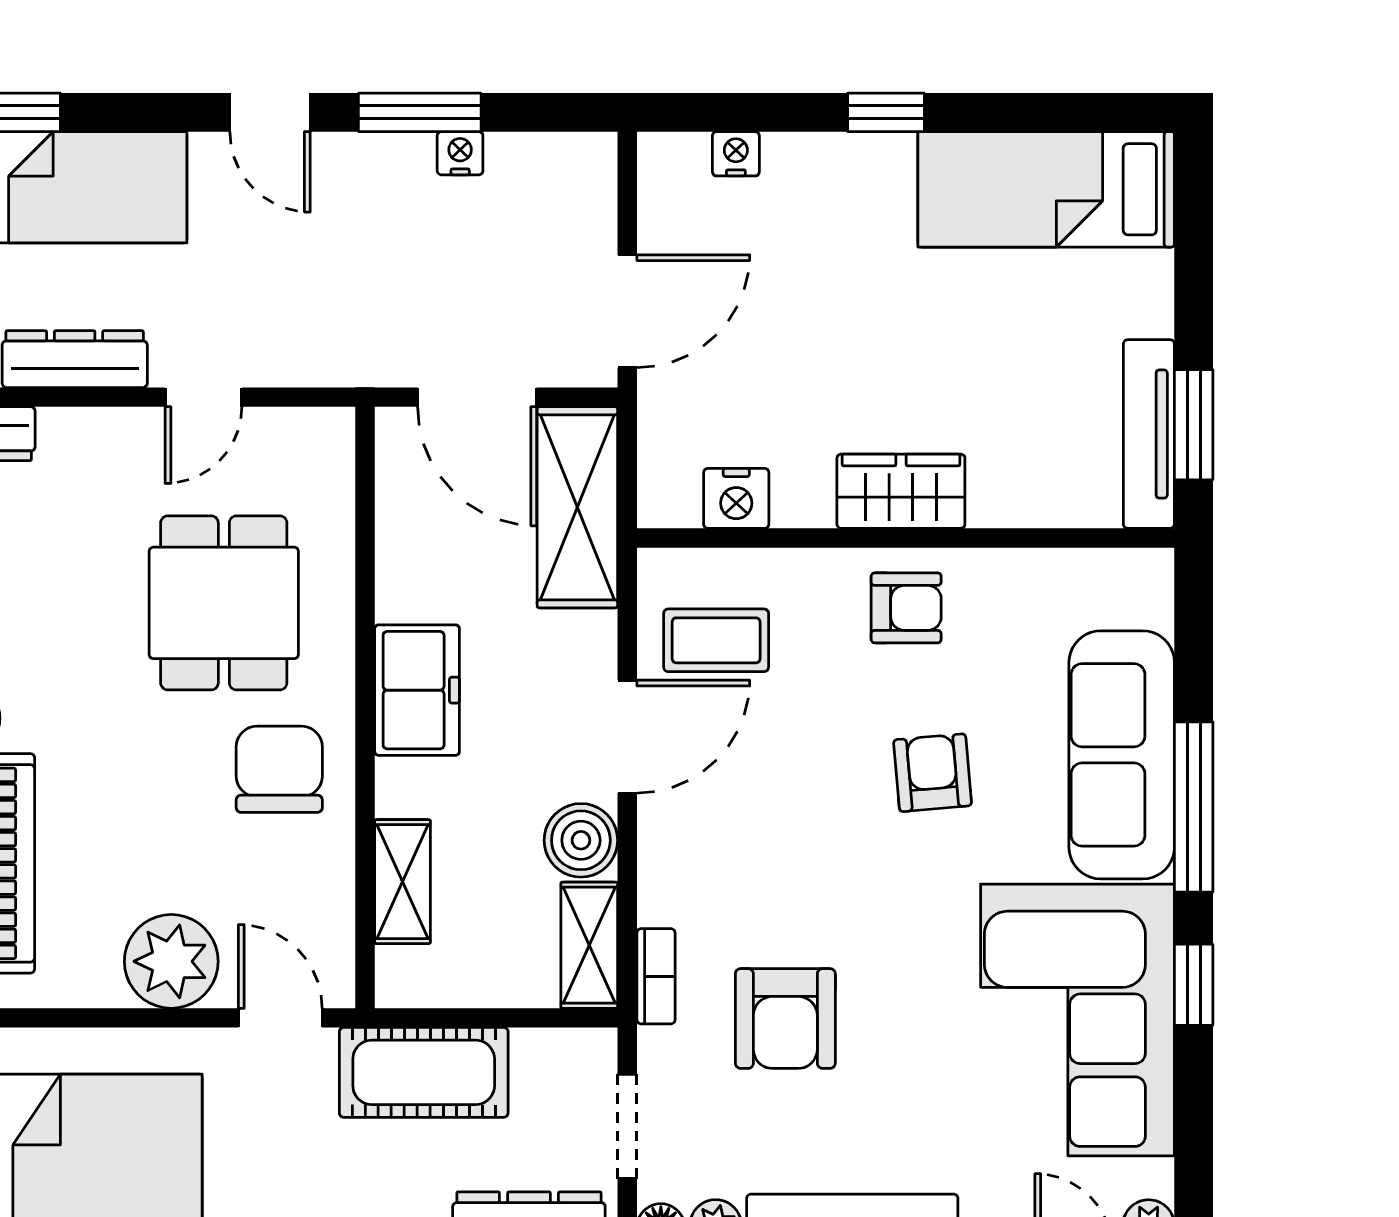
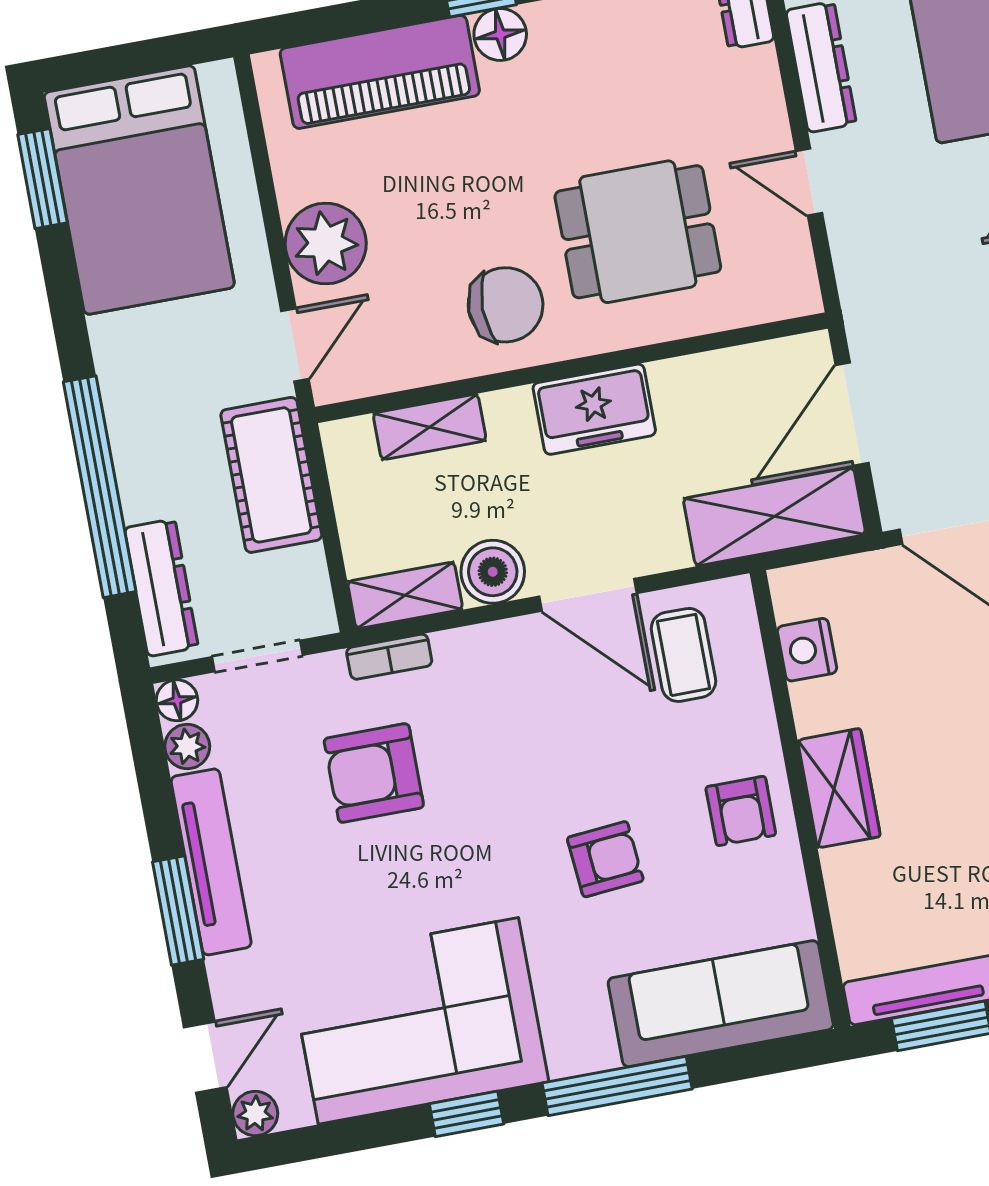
sofa: (1122, 755) -> (721, 1004), moved

